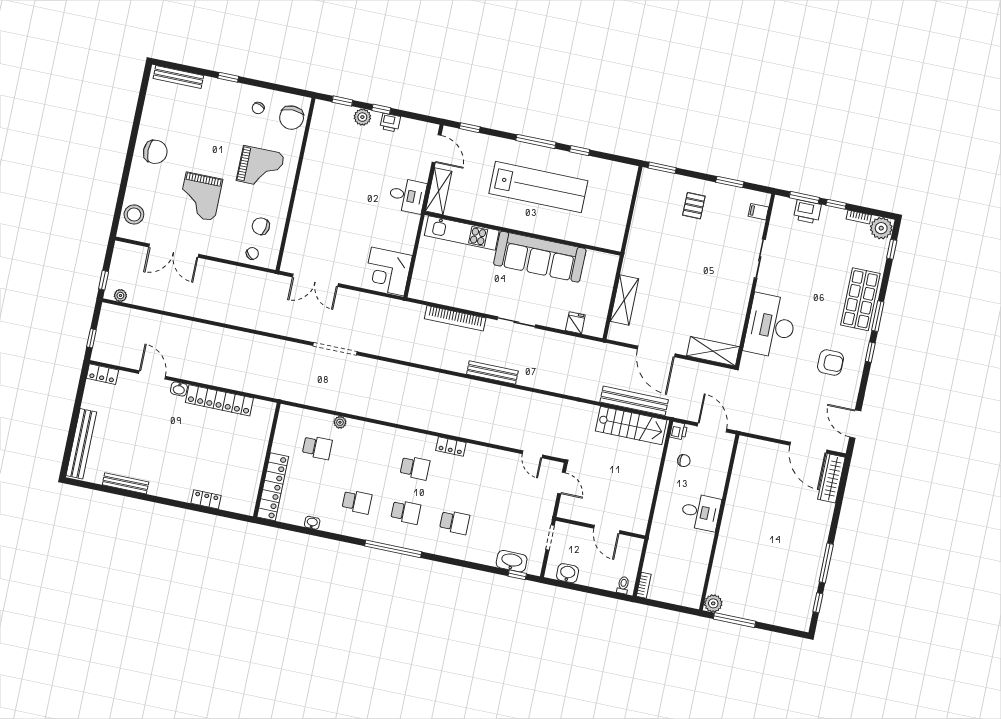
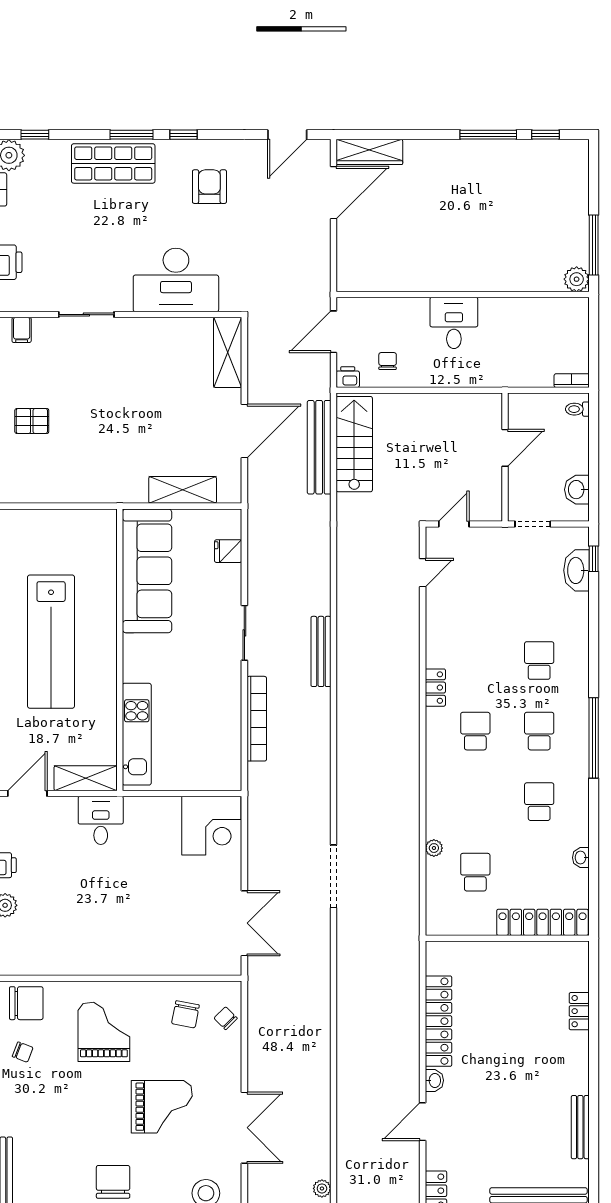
lab bench: (538, 187) -> (51, 642), turned 180
sofa: (540, 257) -> (147, 571), moved

